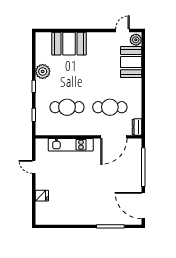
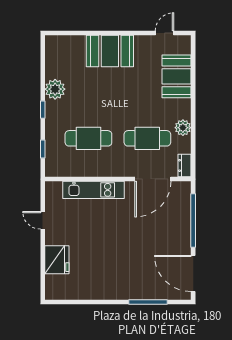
plant: (136, 40) -> (183, 128), moved
booth: (69, 44) -> (110, 51), moved
fridge: (42, 196) -> (57, 260), width x1.88, depth x1.34

